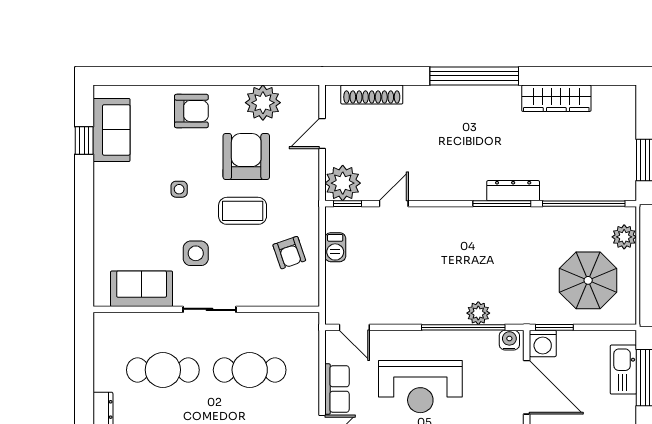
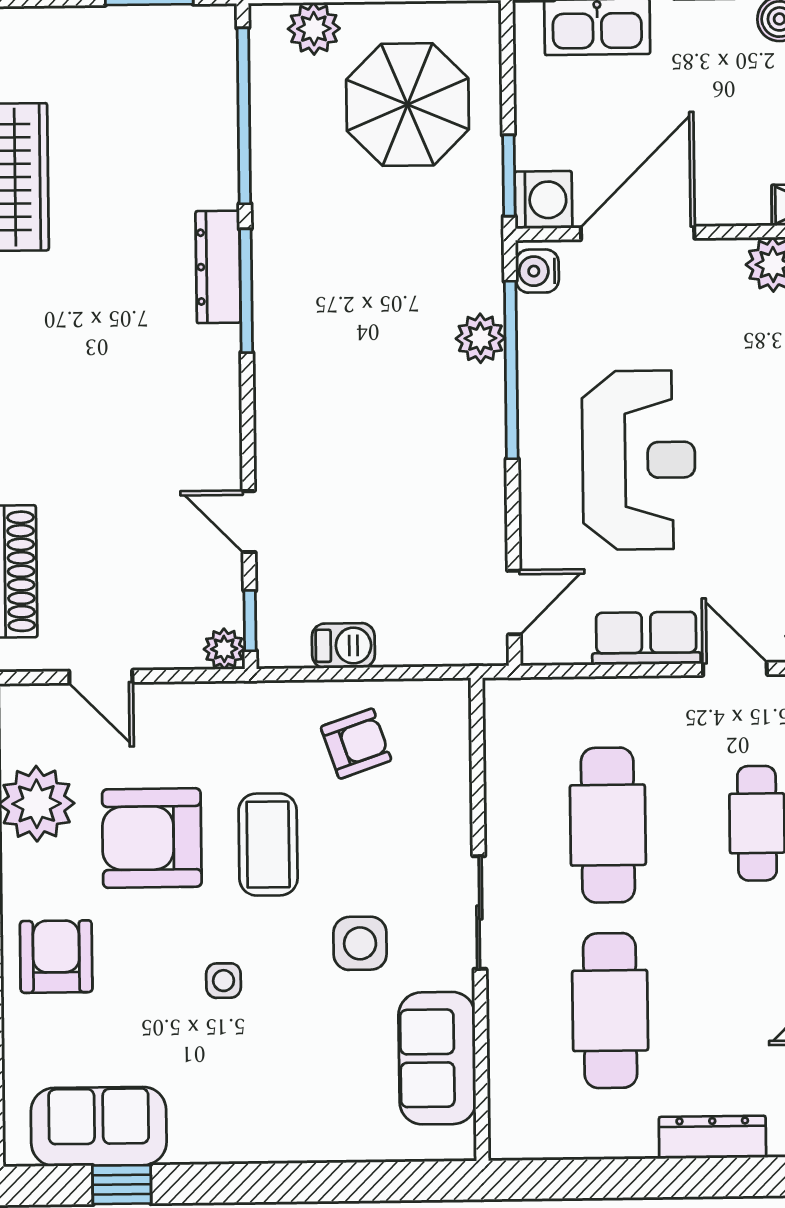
plant: (343, 183) -> (224, 649), width x0.53, depth x0.53

